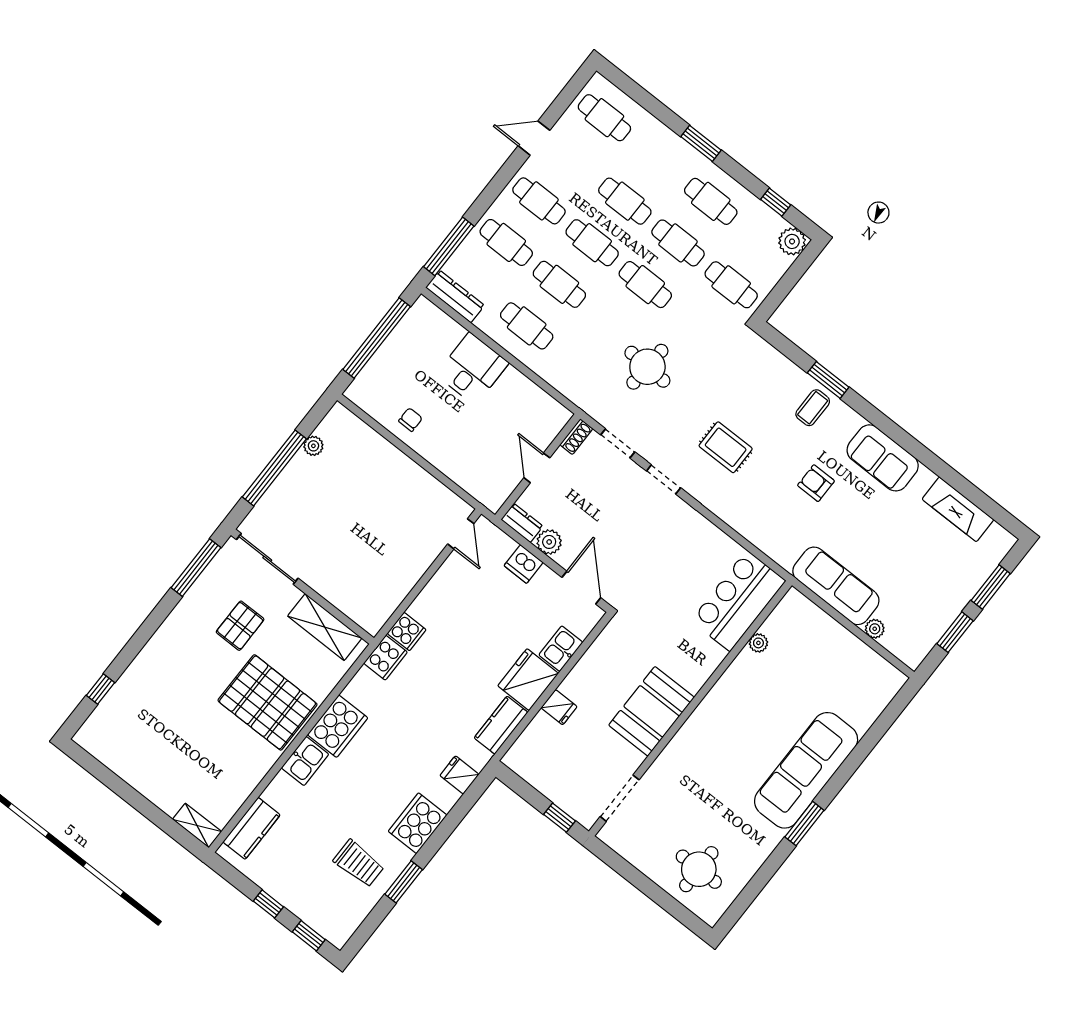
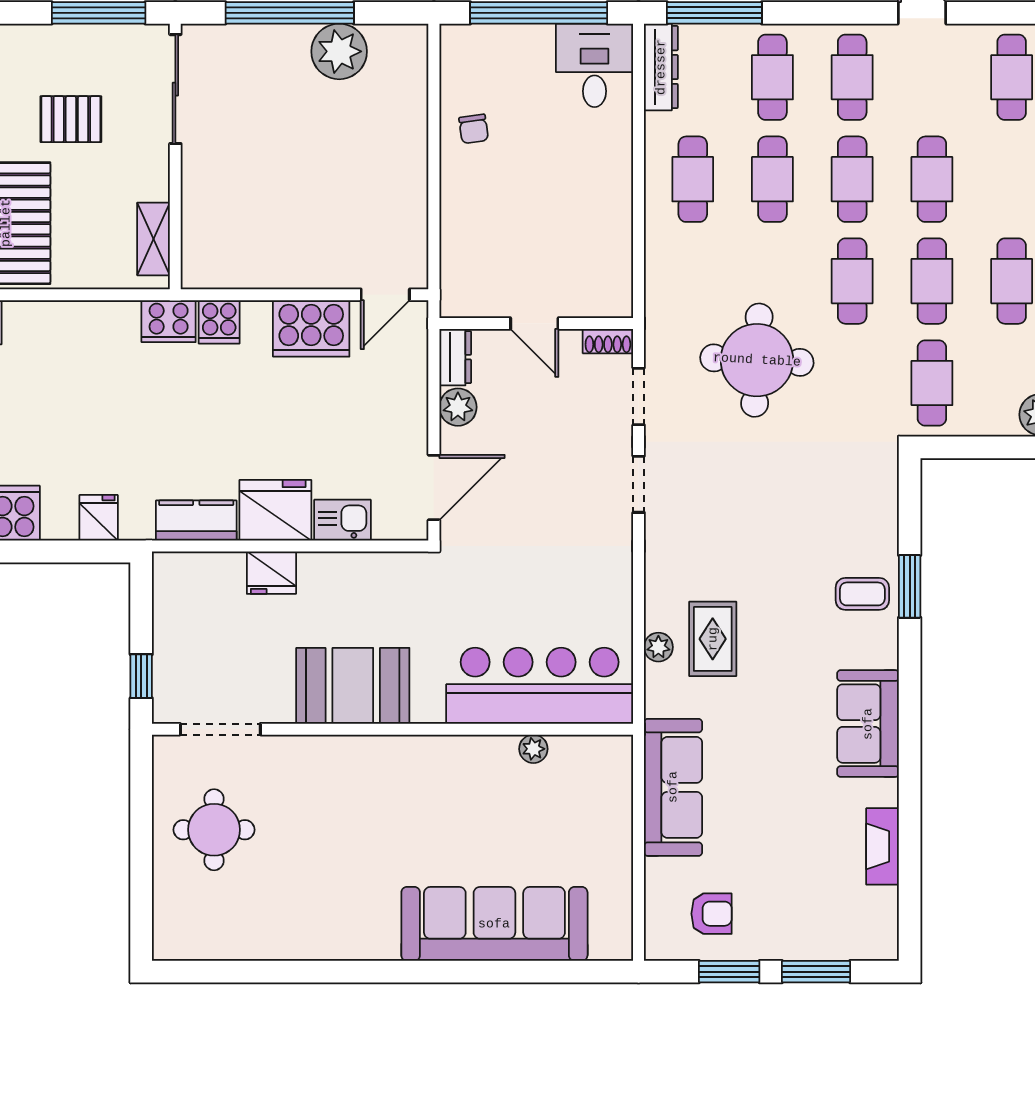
round table: (647, 367) -> (757, 360), width x1.36, depth x1.36
desk: (472, 369) -> (594, 65), moved, turned -90
chair: (410, 420) -> (474, 129), turned 82
plant: (313, 446) -> (339, 51), width x1.88, depth x1.88
rug: (726, 447) -> (713, 639), moved
door: (537, 468) -> (534, 323), swing flipped
armchair: (816, 483) -> (712, 914), moved, turned 90
fireplace: (958, 509) -> (883, 846), width x0.73, depth x0.76
dishwasher: (524, 564) -> (408, 397), removed
bar counter: (738, 601) -> (540, 686), width x1.36
shelving: (325, 627) -> (154, 239), width x0.67, depth x0.75
plant: (875, 629) -> (658, 647), moved
fridge: (559, 707) -> (271, 573), width x1.38
cooker: (338, 726) -> (311, 328), moved
sofa: (806, 770) -> (494, 924), moved
window: (804, 824) -> (362, 972), removed
round table: (699, 869) -> (214, 830), moved

